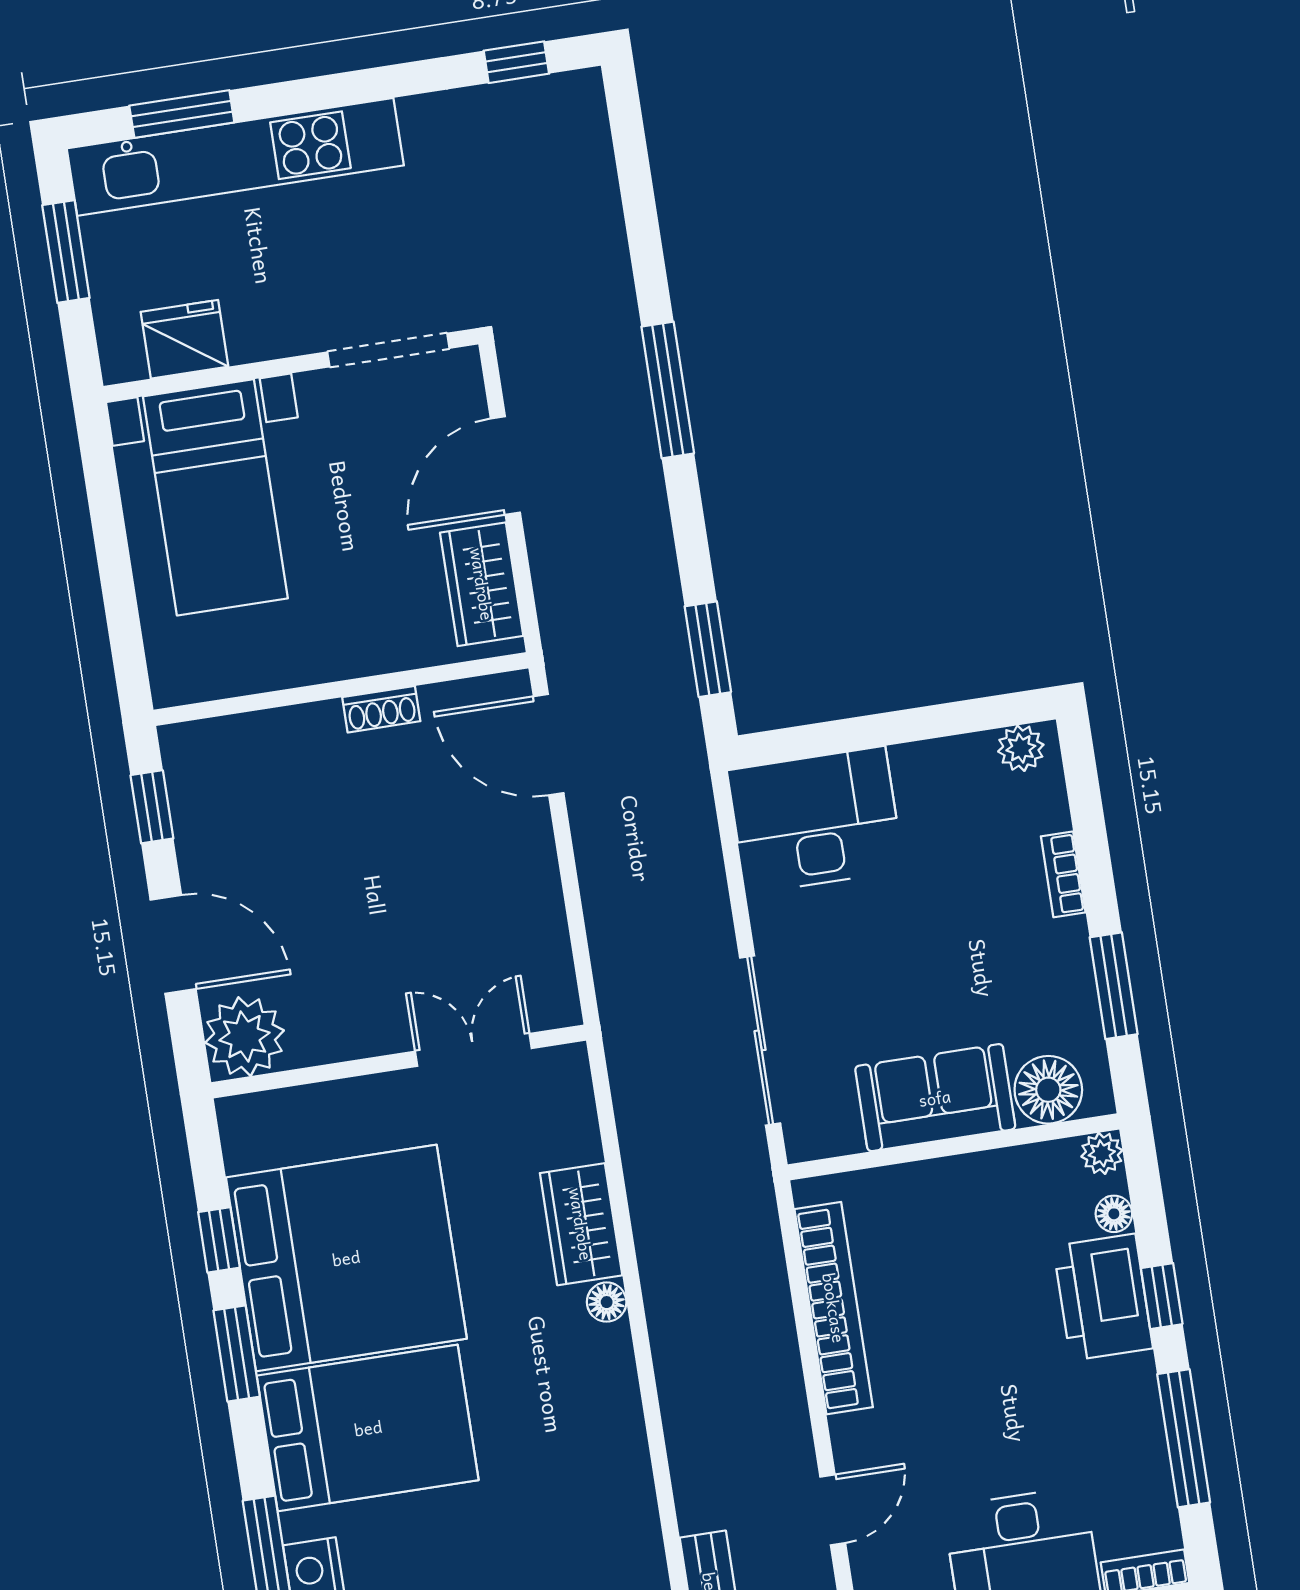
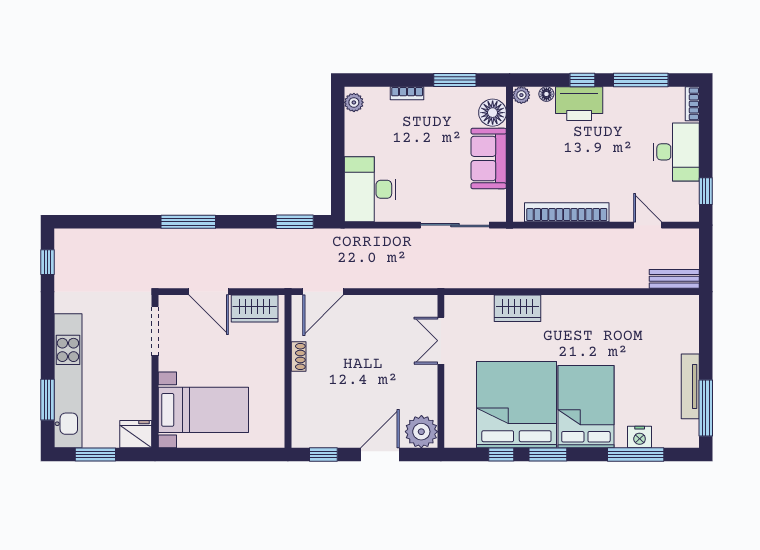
fridge: (184, 339) -> (136, 434), moved, turned 90
floor lamp: (607, 1302) -> (550, 303), removed

